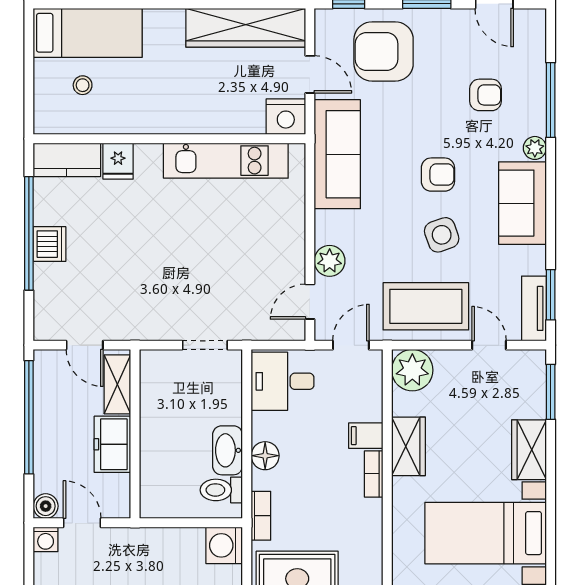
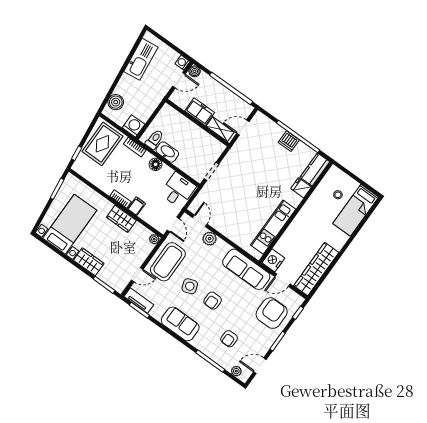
plant: (535, 148) -> (236, 371), moved
plant: (412, 370) -> (154, 239), width x0.53, depth x0.53

